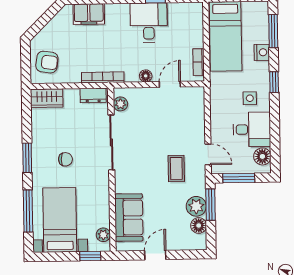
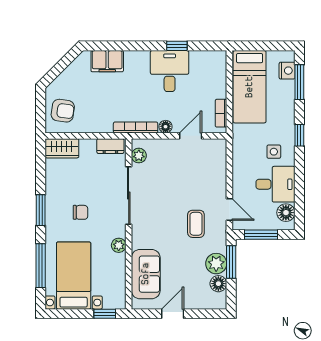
nightstand: (262, 52) -> (287, 71), moved
bookcase: (103, 77) -> (136, 127), moved
plant: (103, 235) -> (119, 245), moved

